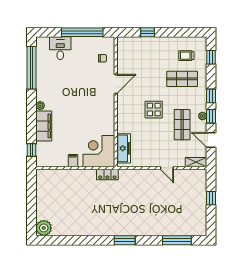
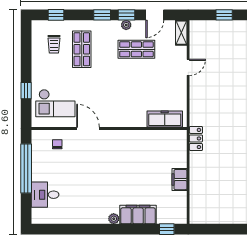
checkout: (137, 57) -> (55, 103), added
window: (31, 68) -> (68, 229), removed
display table: (154, 110) -> (118, 83), removed
corner desk: (99, 151) -> (168, 149), removed
filing cabinet: (73, 161) -> (179, 180), width x2.00

